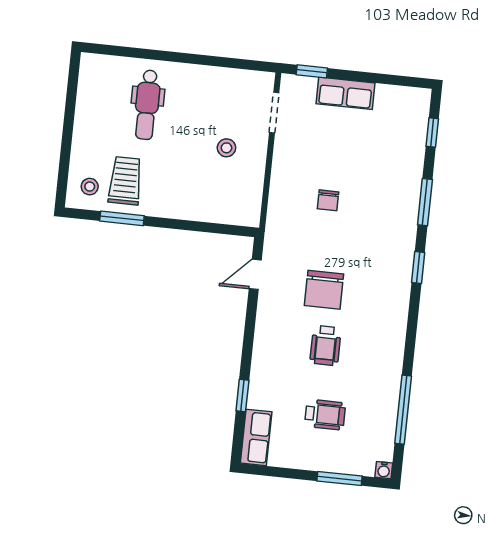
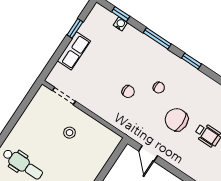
window: (312, 71) -> (75, 28), moved
water cooler: (418, 139) -> (120, 24), added
chair: (356, 241) -> (159, 88), added
chair: (324, 290) -> (176, 120), turned 180

